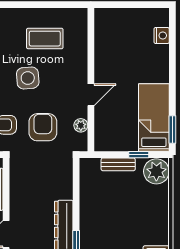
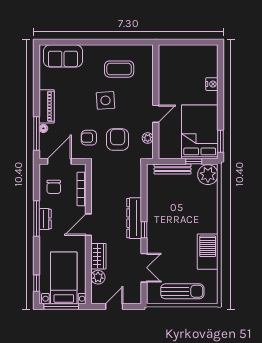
nightstand: (162, 36) -> (212, 84), moved
bed: (154, 117) -> (200, 132), width x1.50
bench: (118, 164) -> (173, 169), width x1.36

